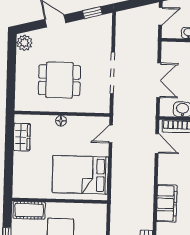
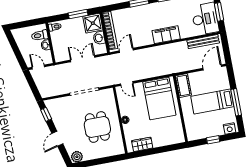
cot: (29, 210) -> (183, 86), moved

